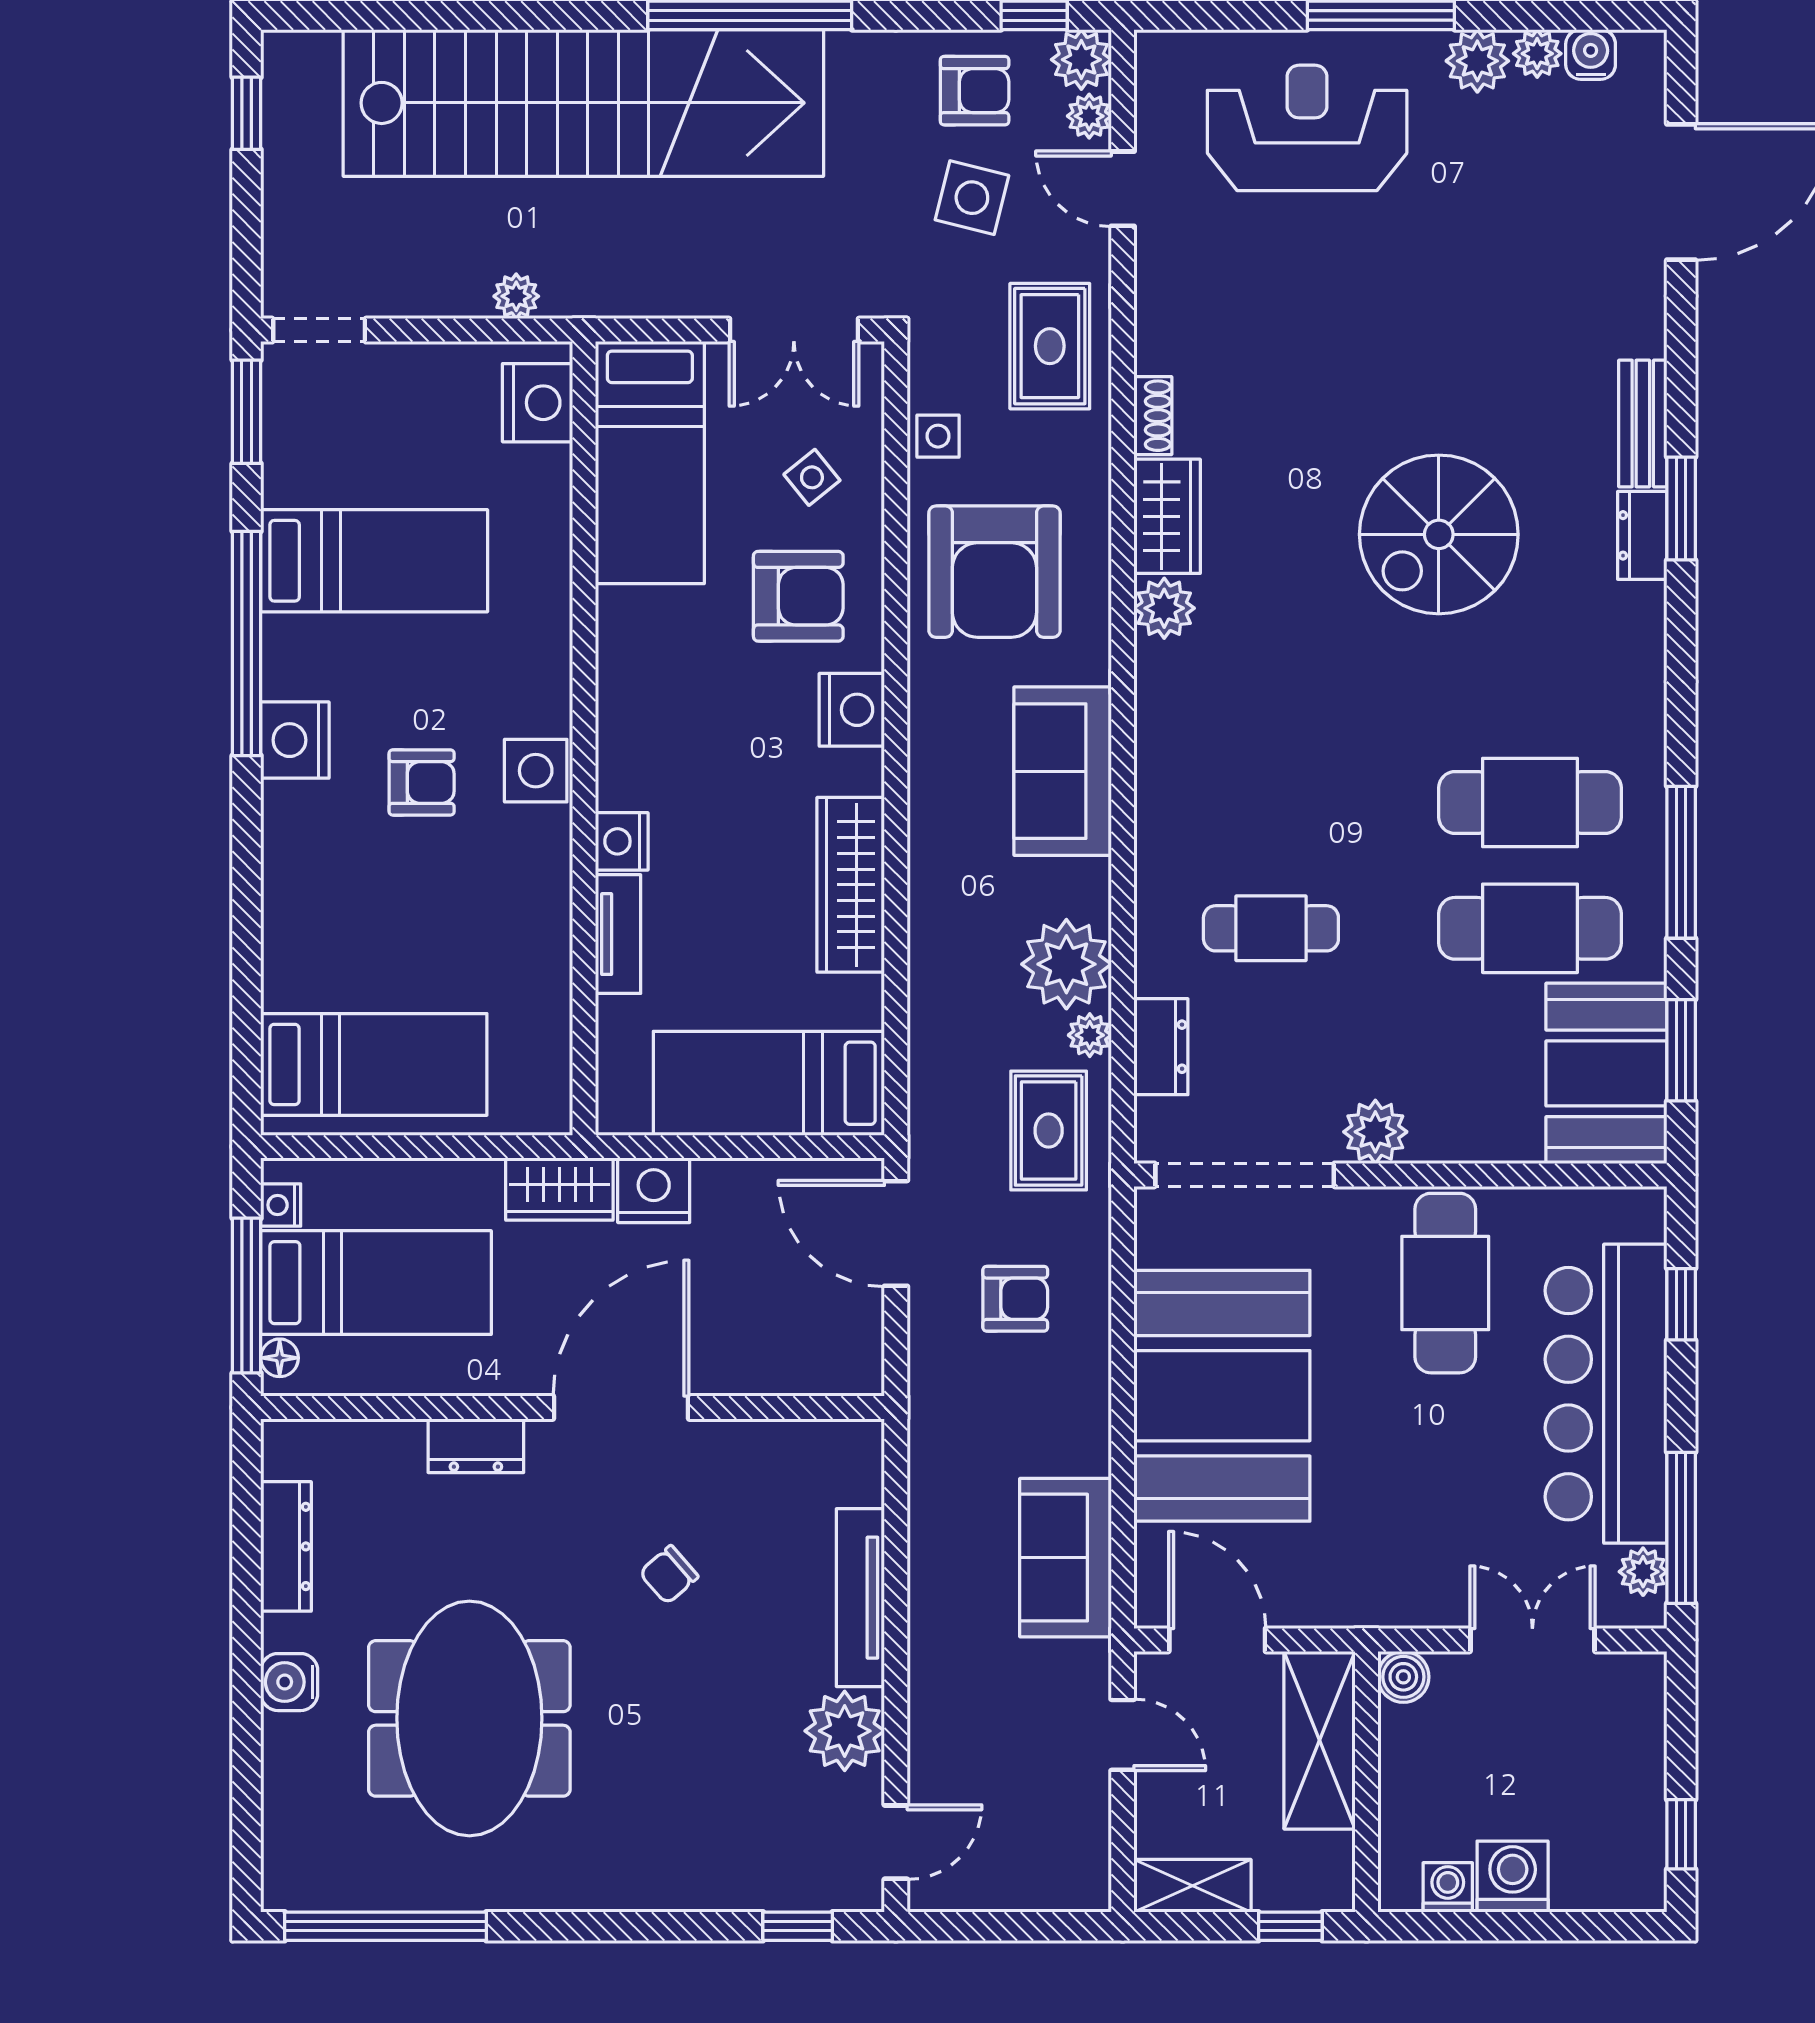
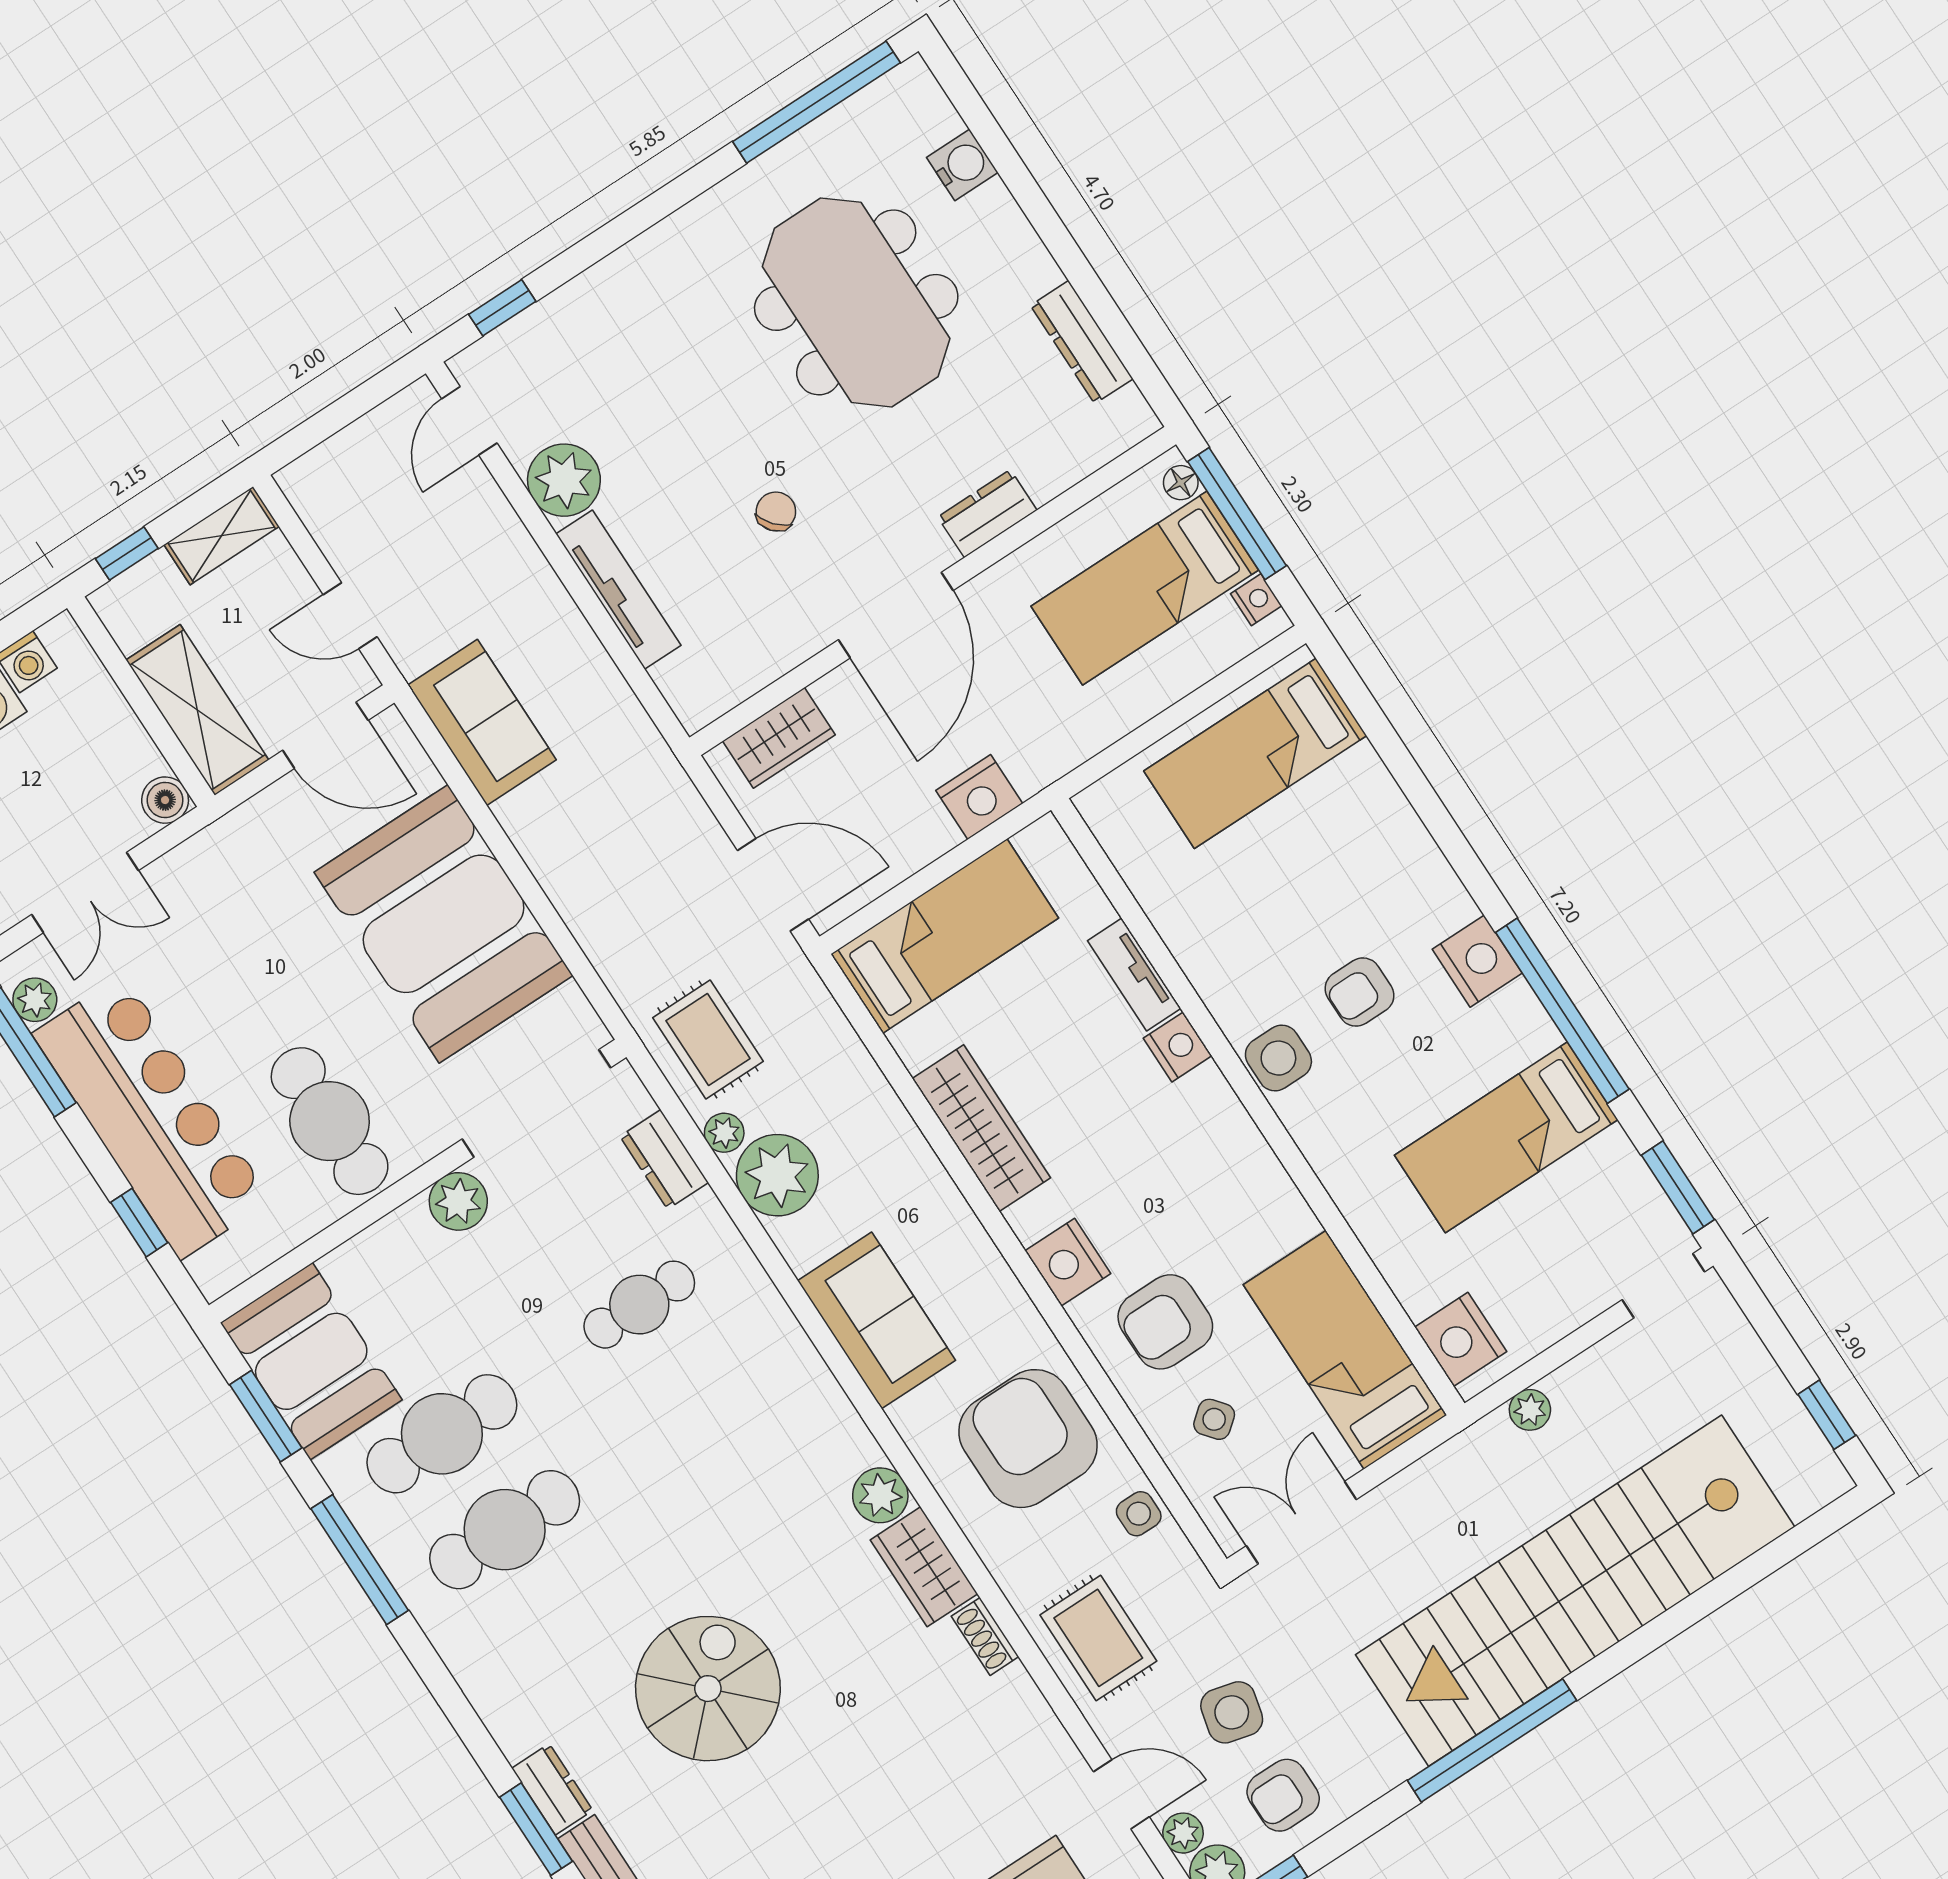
wardrobe: (559, 1189) -> (779, 738), moved, turned 180
armchair: (1015, 1299) -> (649, 895), removed
water cooler: (289, 1682) -> (962, 165), moved

